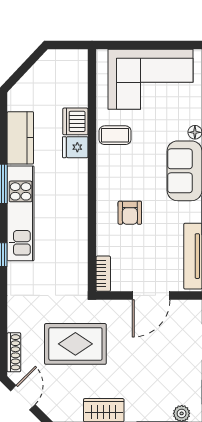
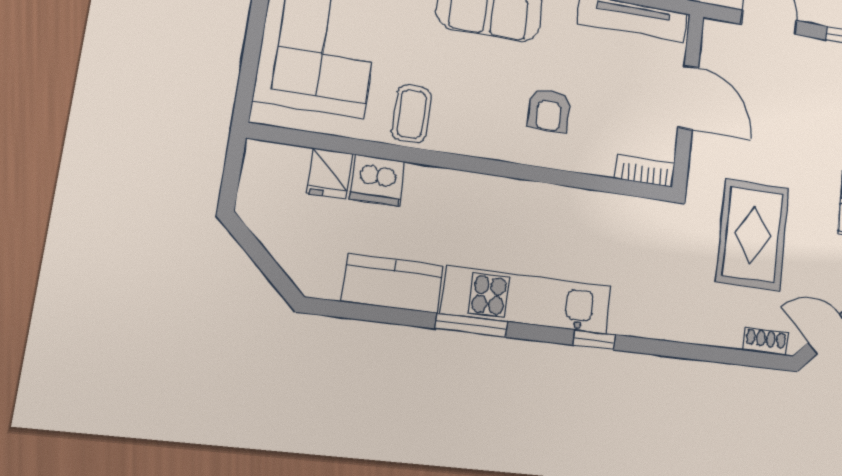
fridge: (75, 147) -> (330, 174), moved
armchair: (130, 213) -> (549, 110), turned 90
shoe rack: (14, 352) -> (766, 342), width x0.70

